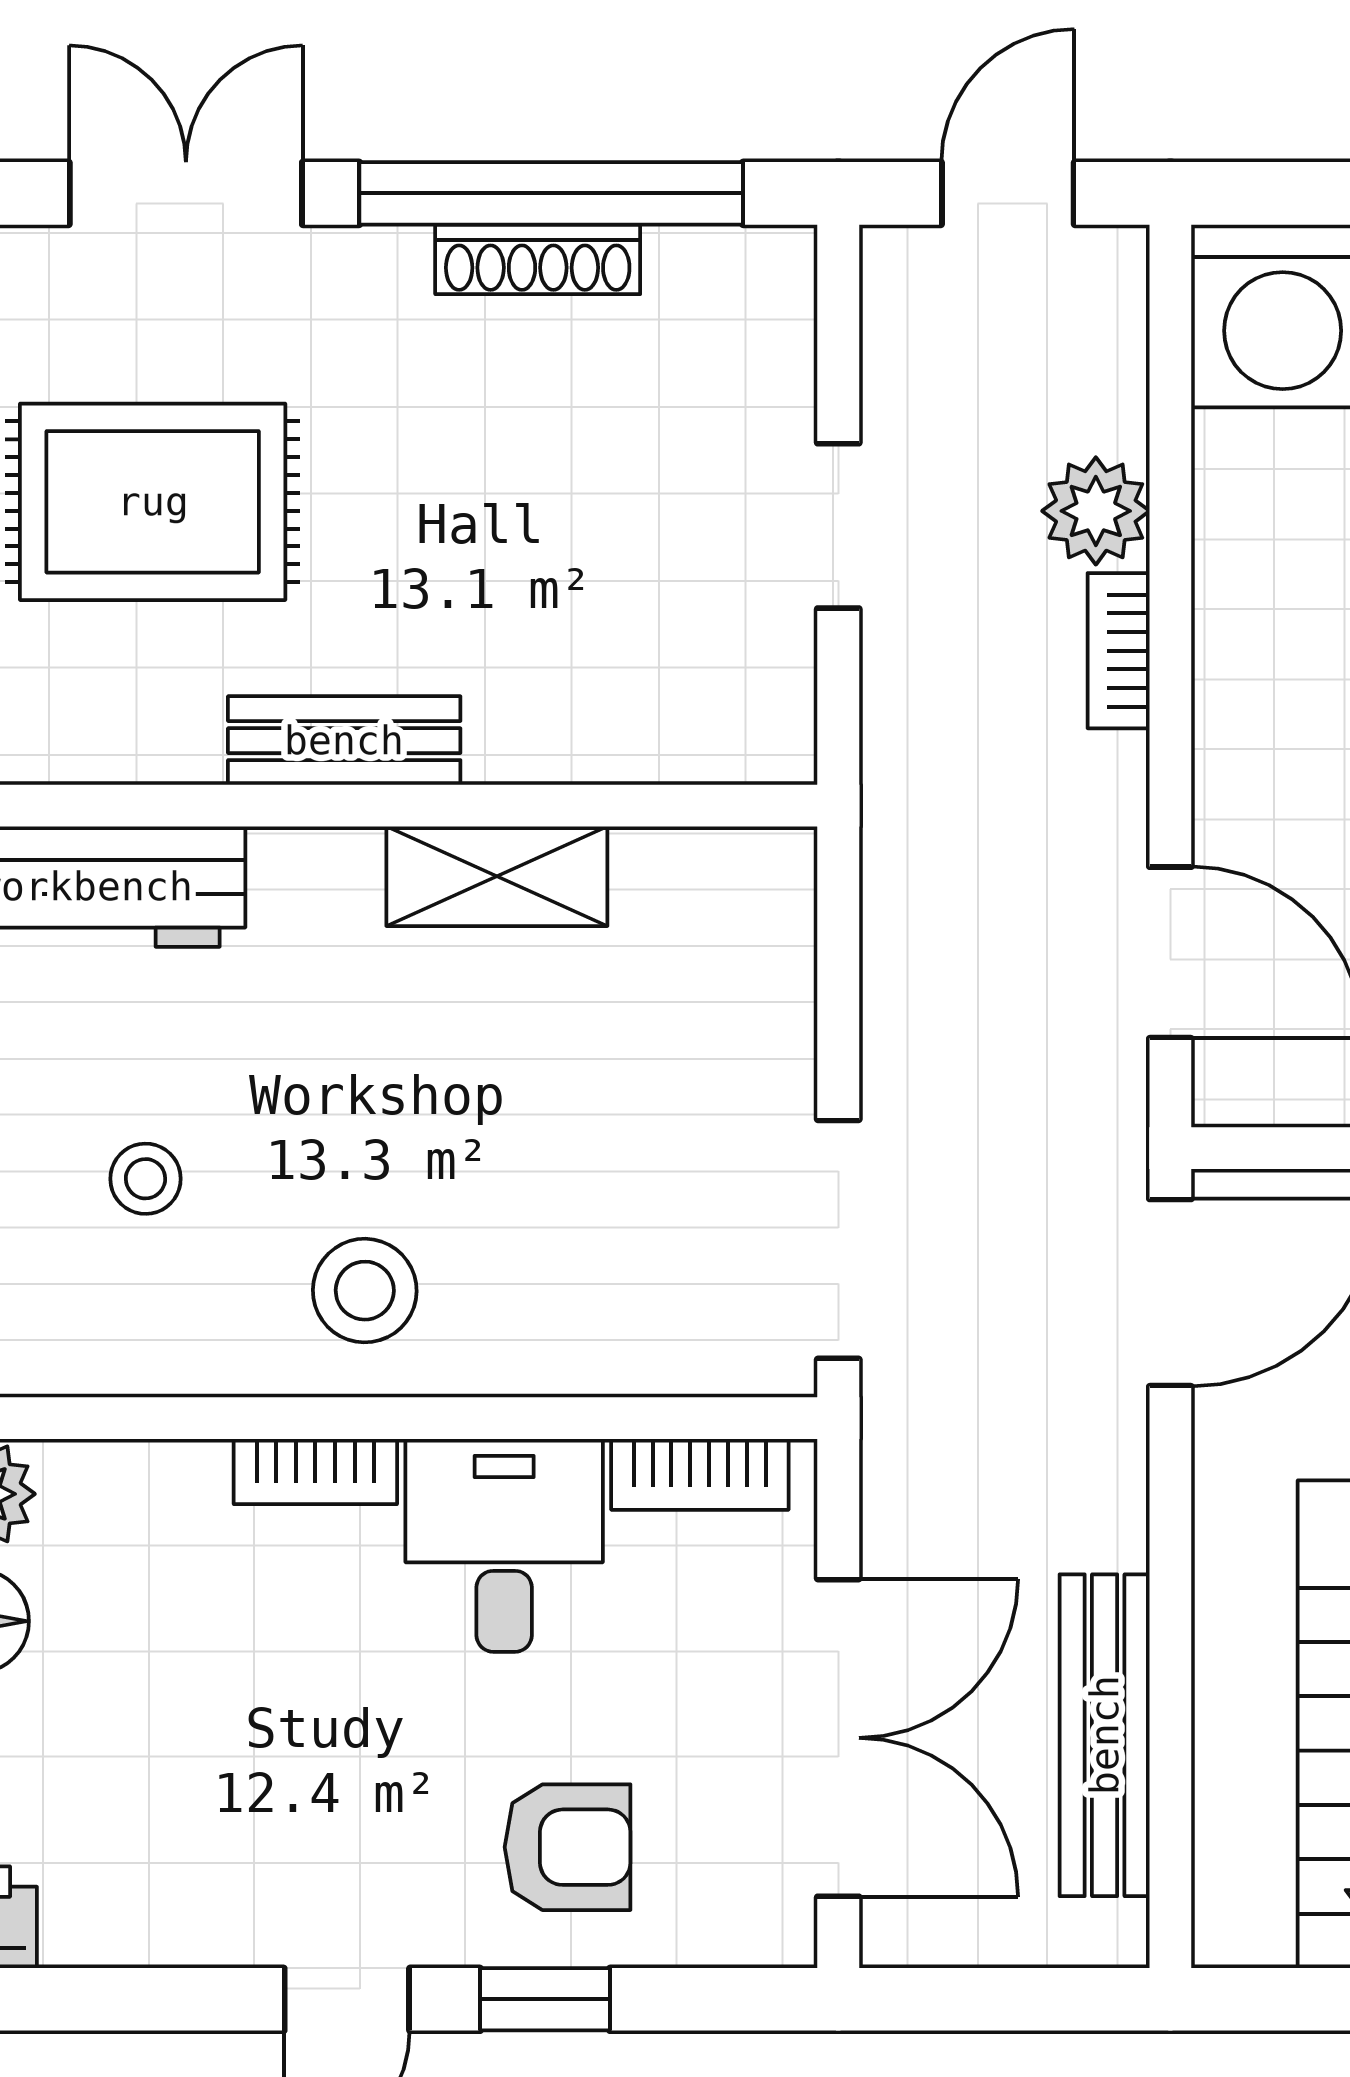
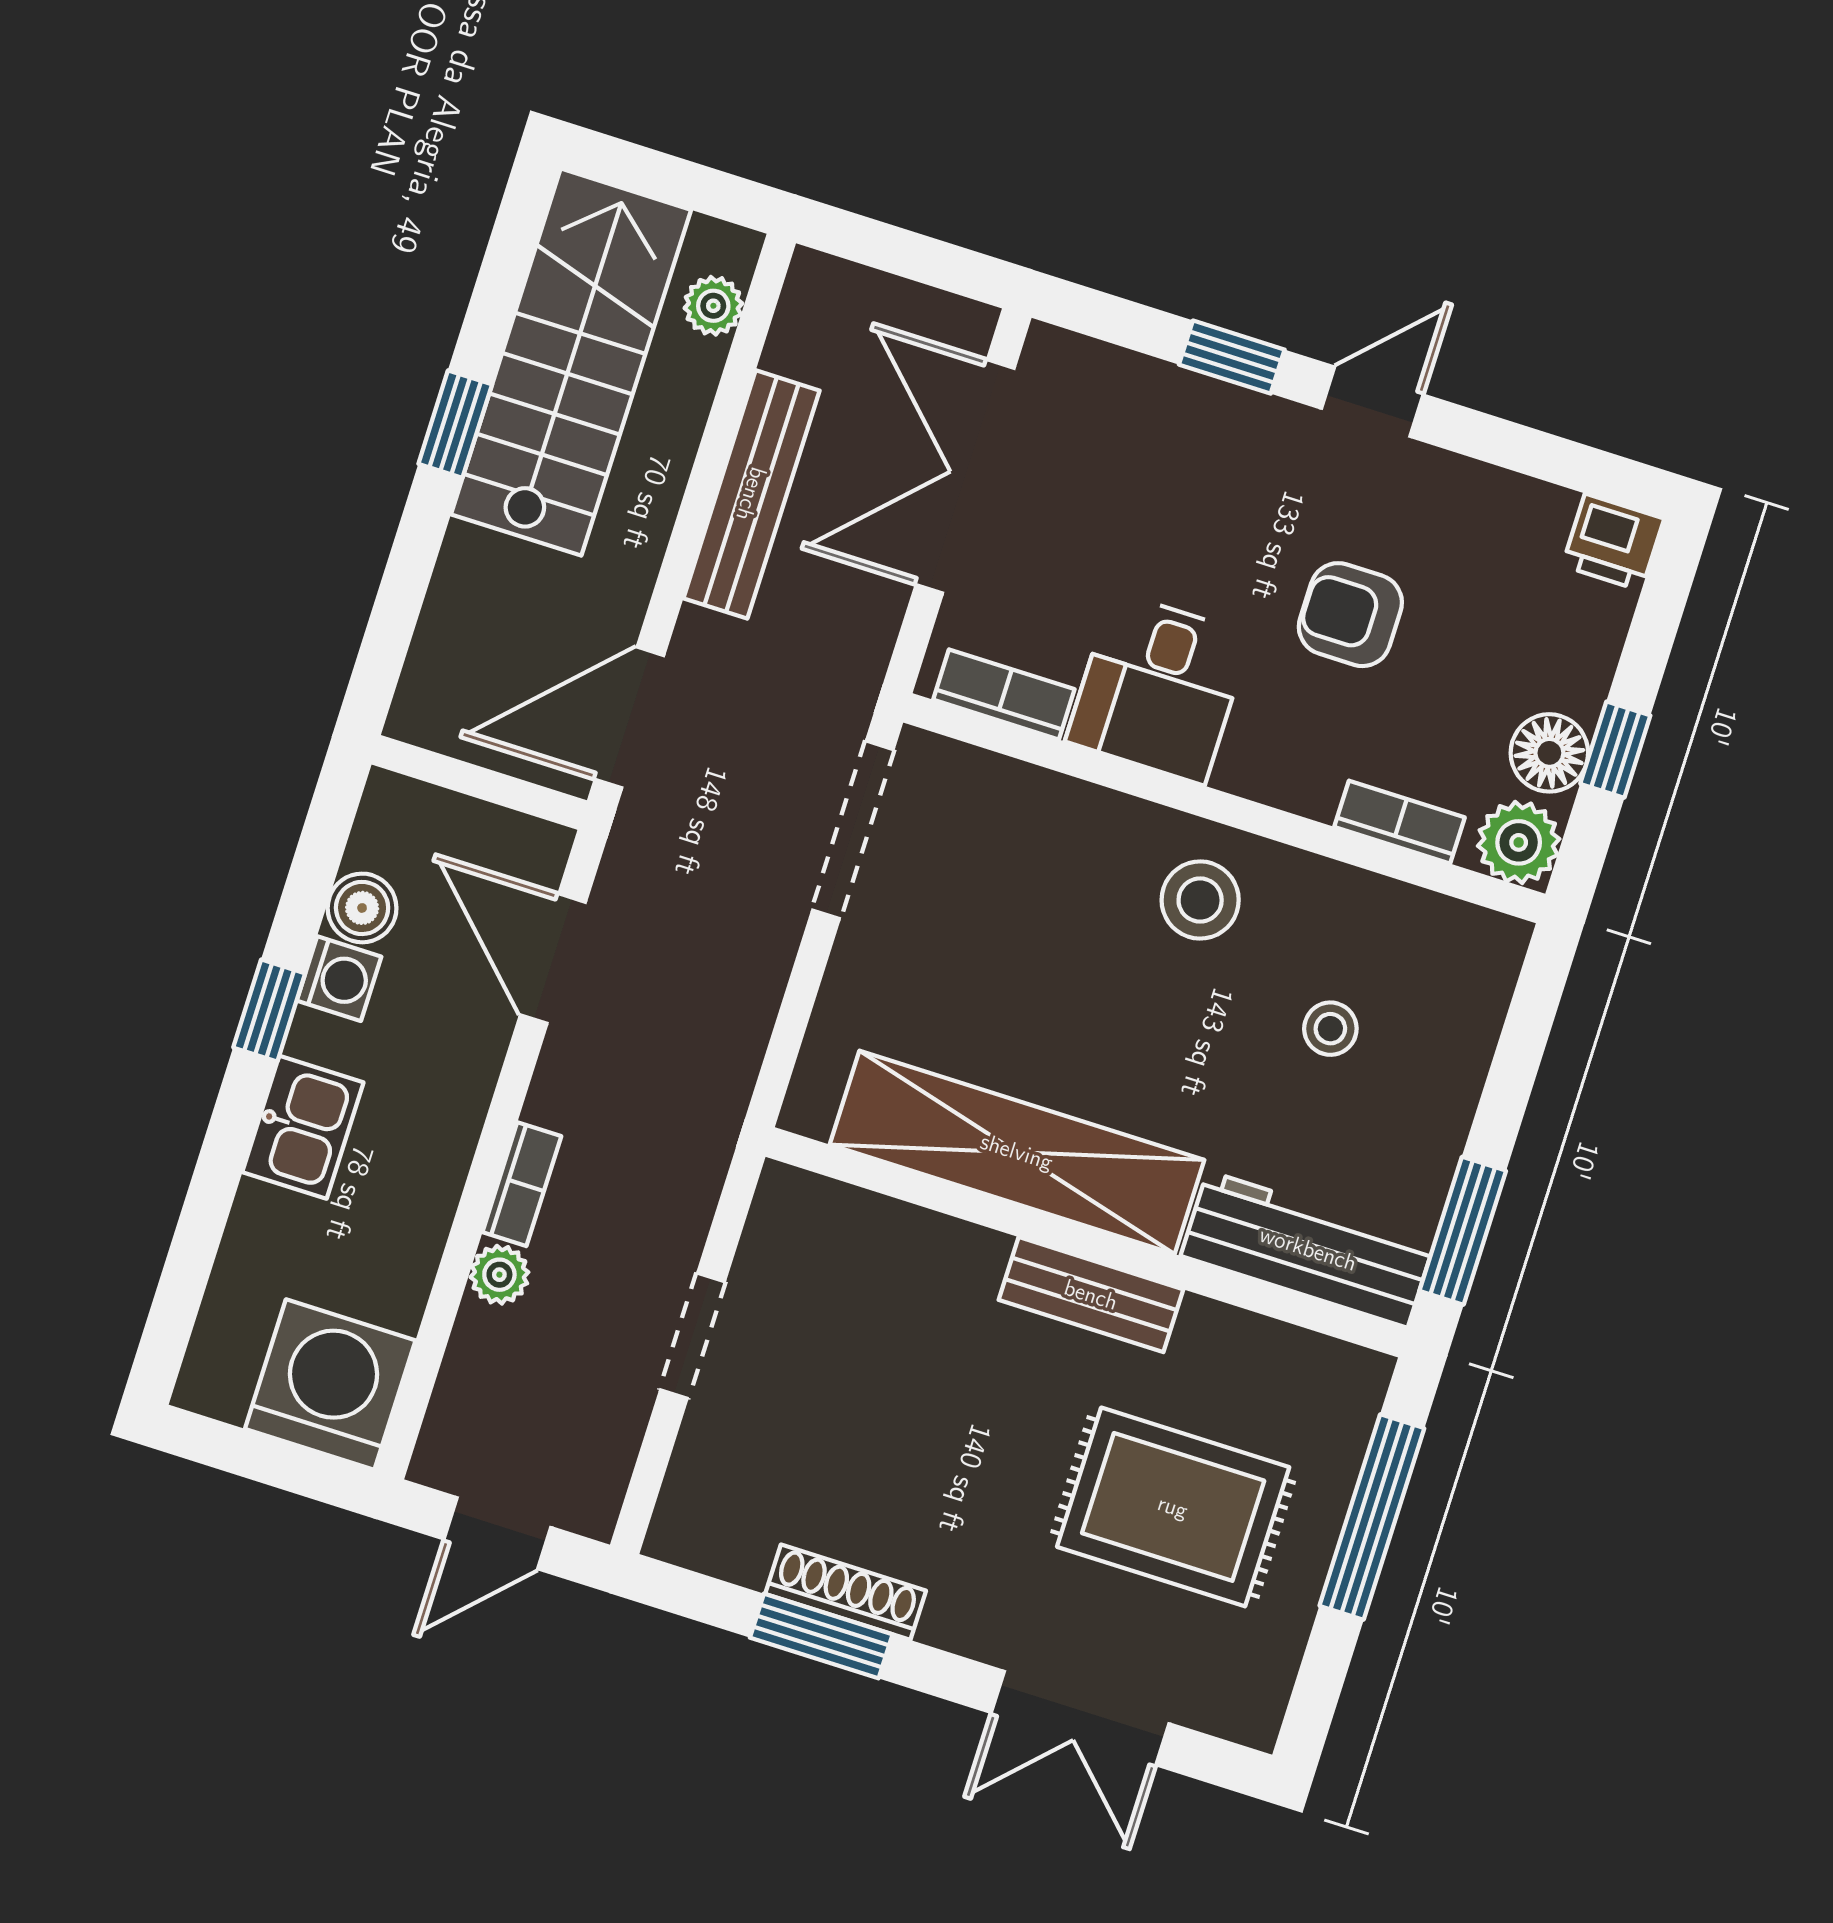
window: (551, 193) -> (821, 1636), width x0.47
plant: (1096, 511) -> (499, 1275), width x0.73, depth x0.73
shelving: (497, 876) -> (1017, 1152), width x2.20, depth x1.33
bookcase: (315, 1472) -> (1400, 822), moved
bench: (1105, 1735) -> (751, 494), moved
armchair: (568, 1847) -> (1350, 615), moved
plant: (1230, 1854) -> (713, 306), added

